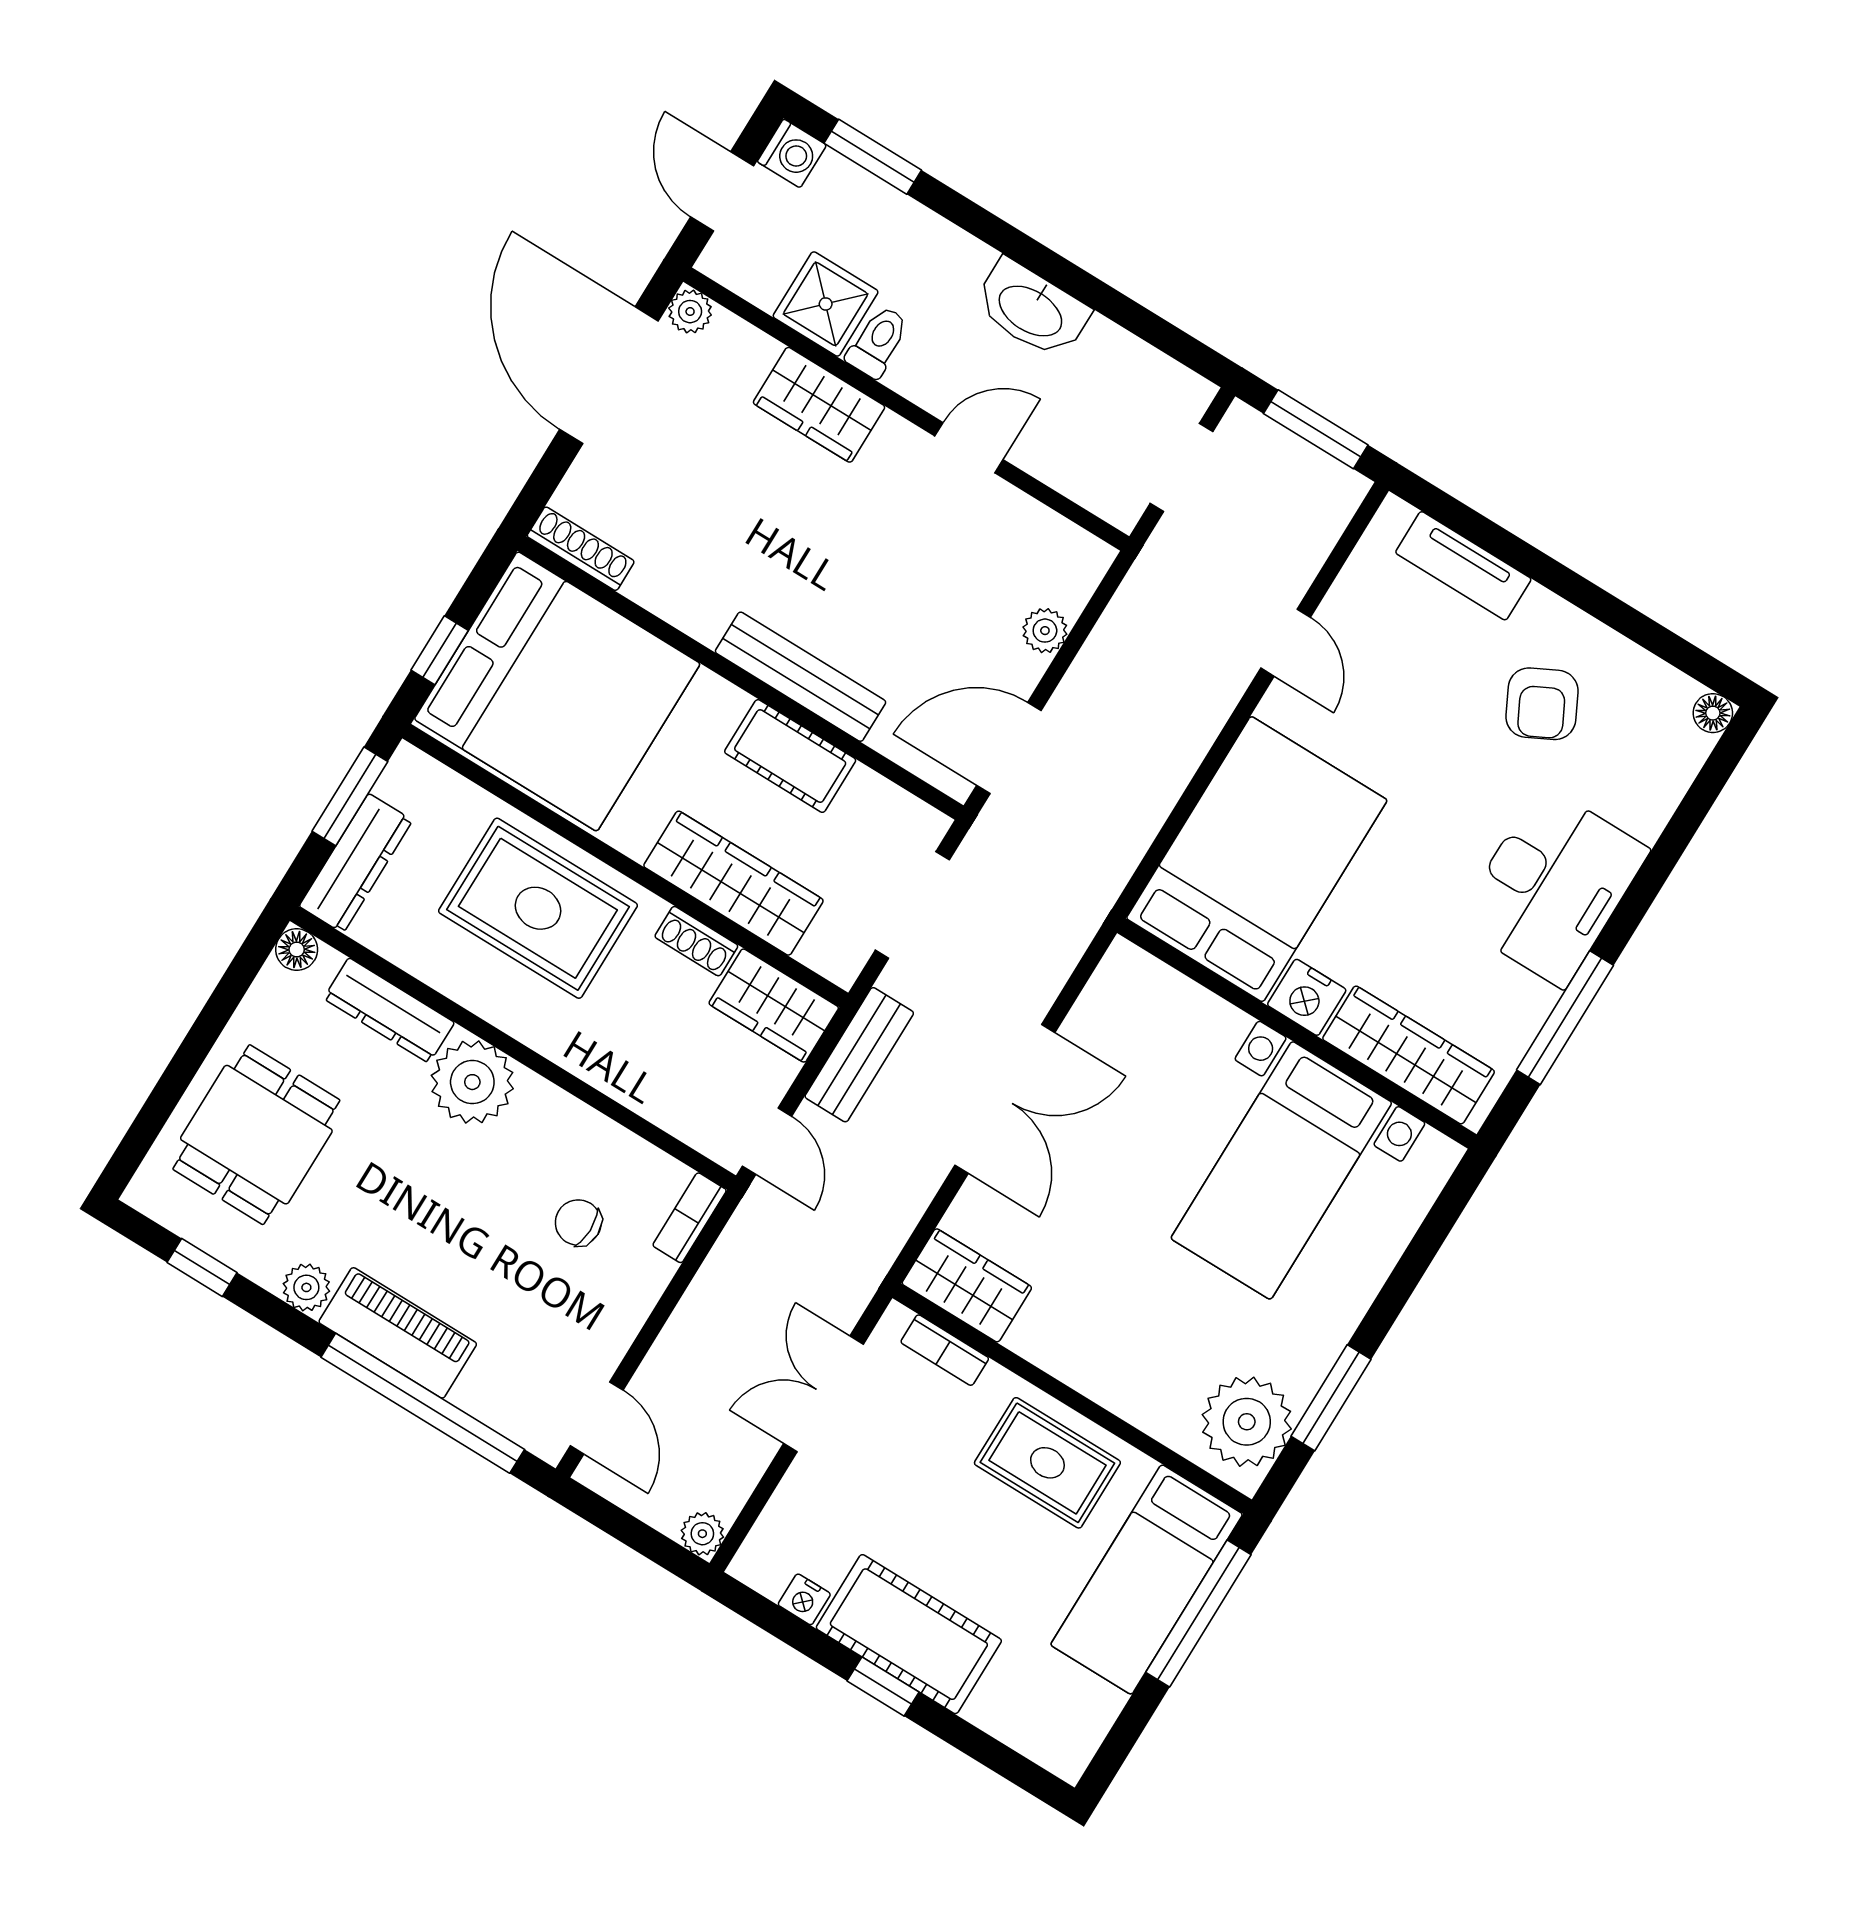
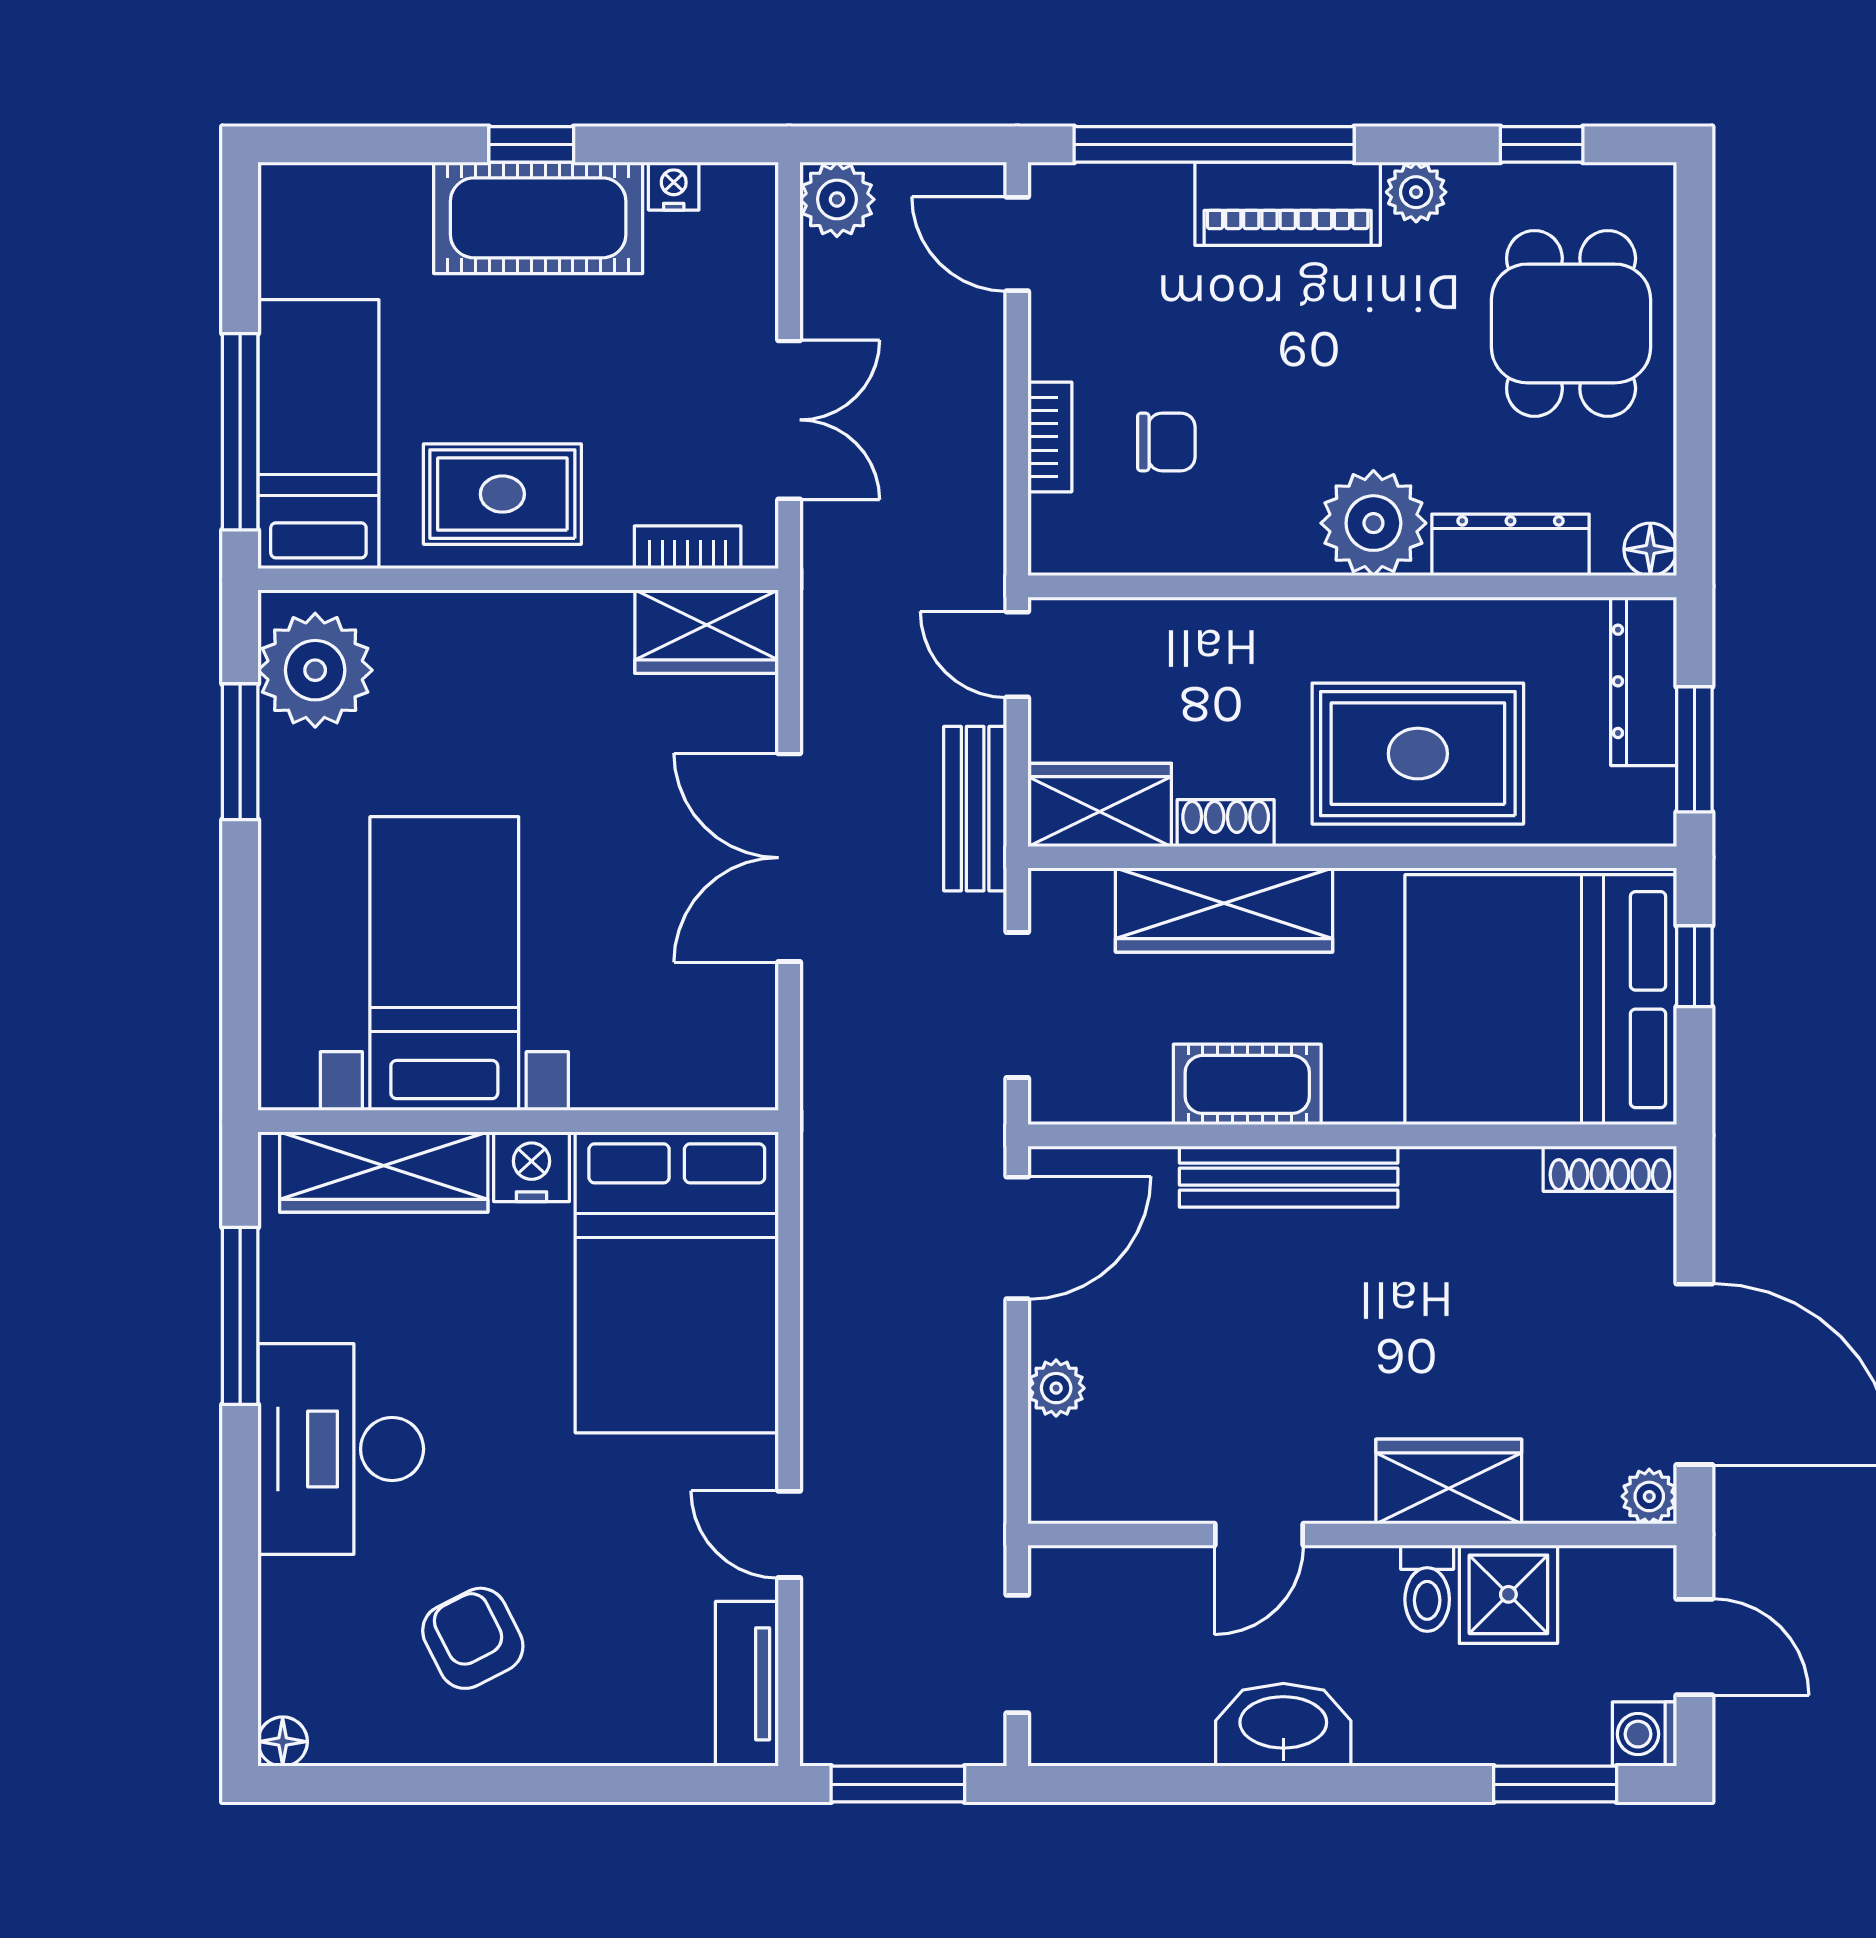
tv unit: (1463, 566) -> (747, 1684), moved, turned -90
bookcase: (690, 1218) -> (1050, 437), moved
plant: (702, 1534) -> (837, 199), width x1.38, depth x1.38

